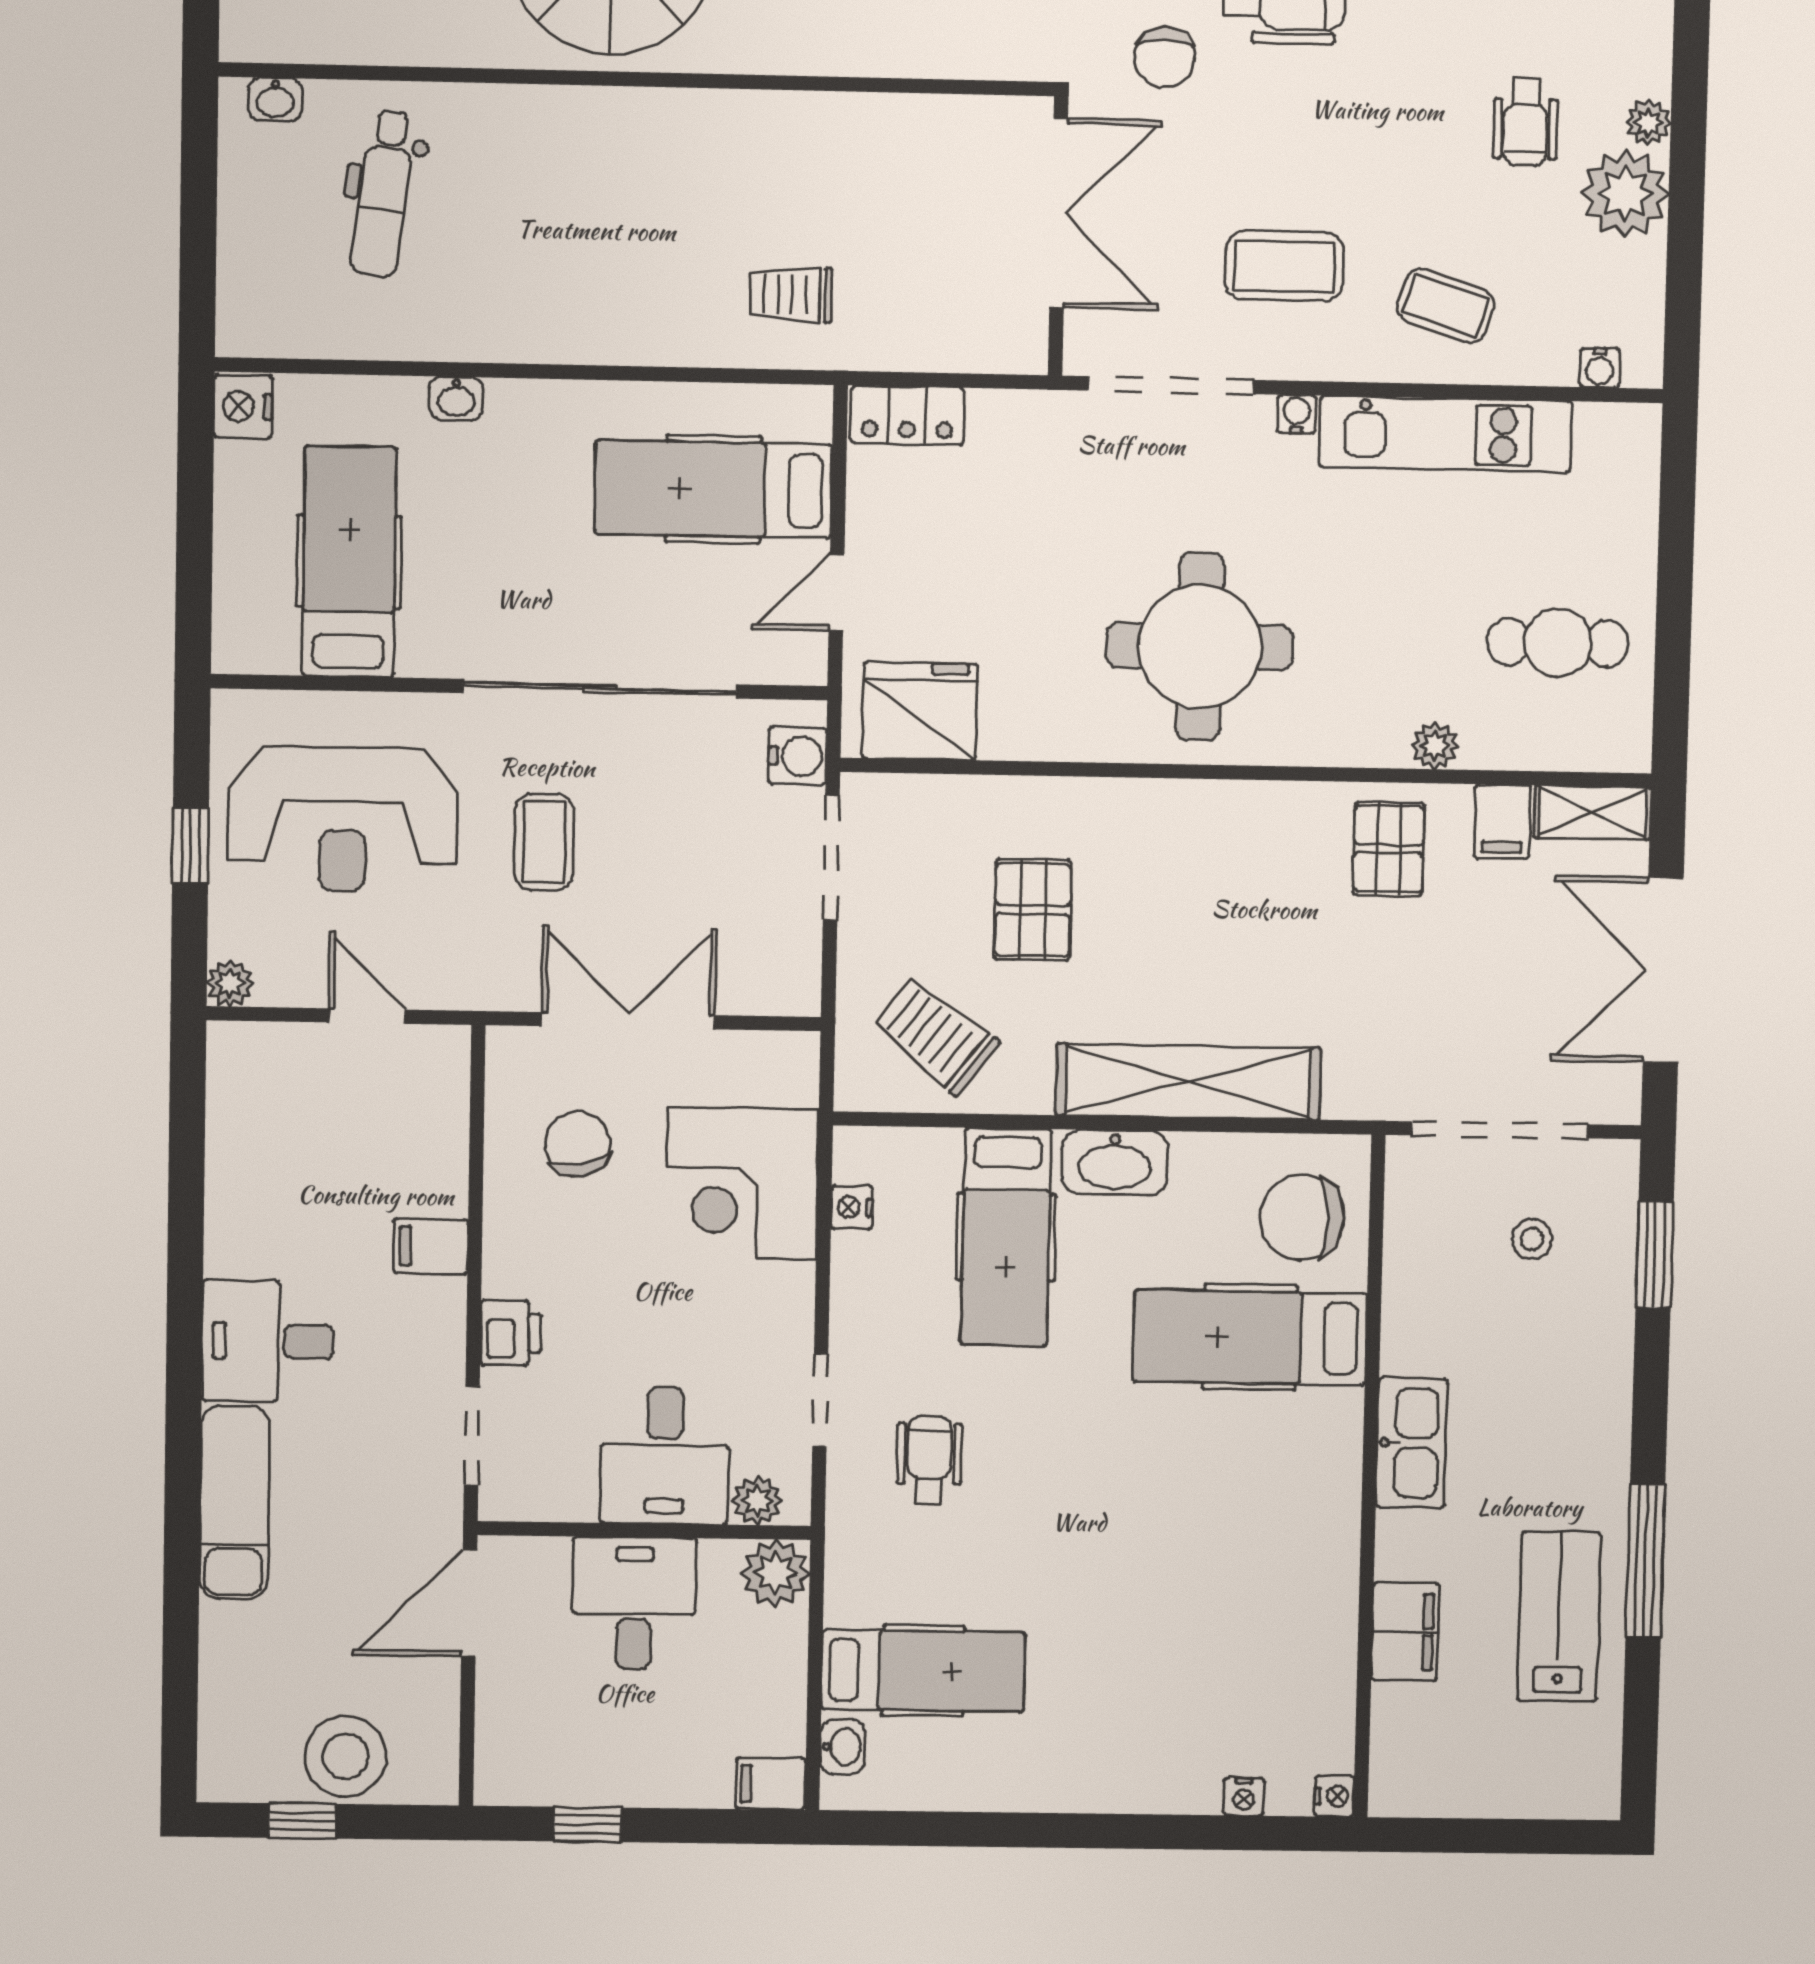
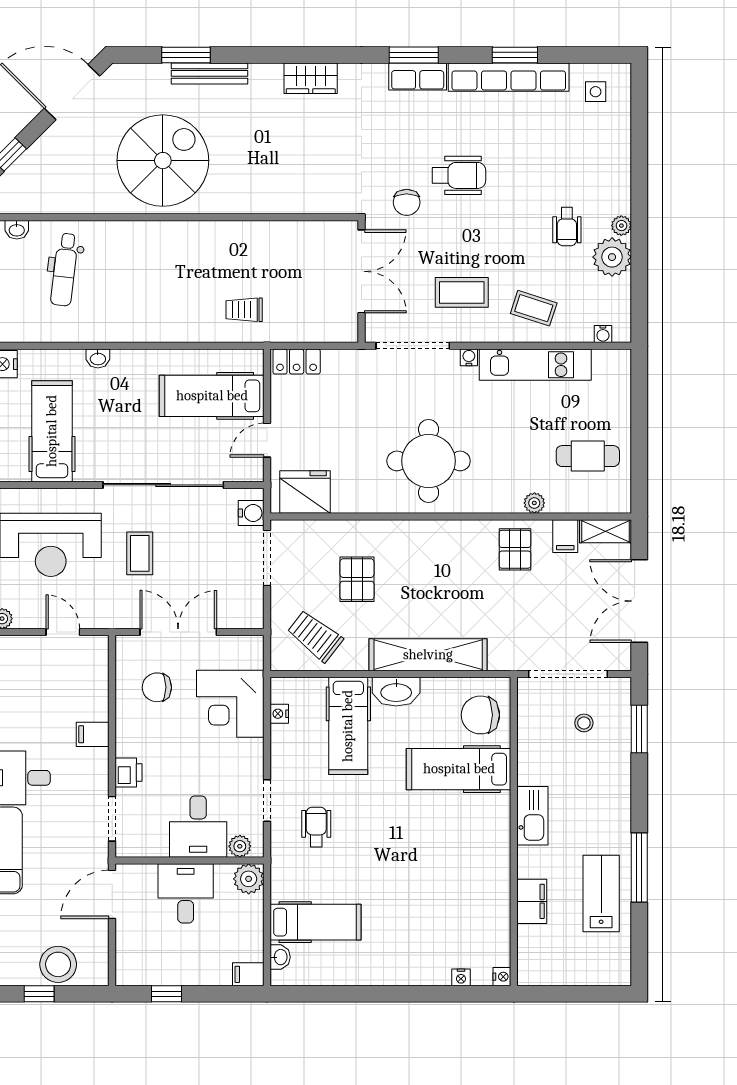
chair: (578, 1144) -> (157, 687), turned -80

